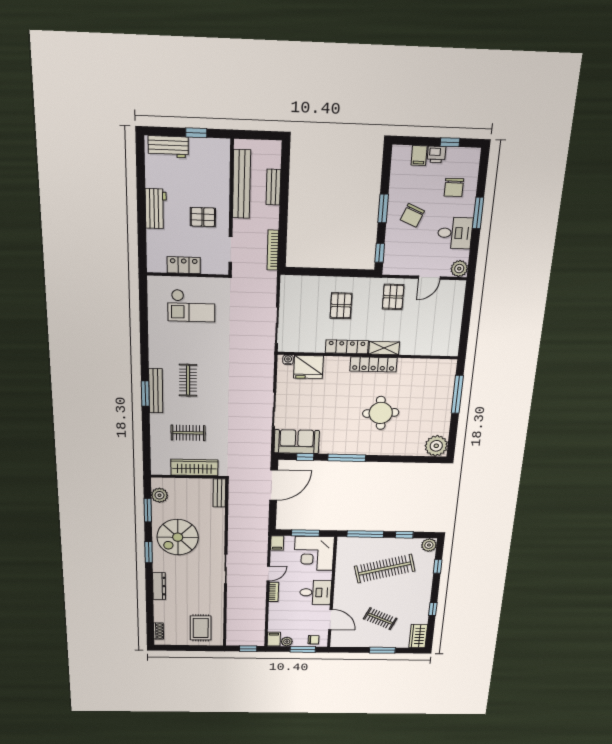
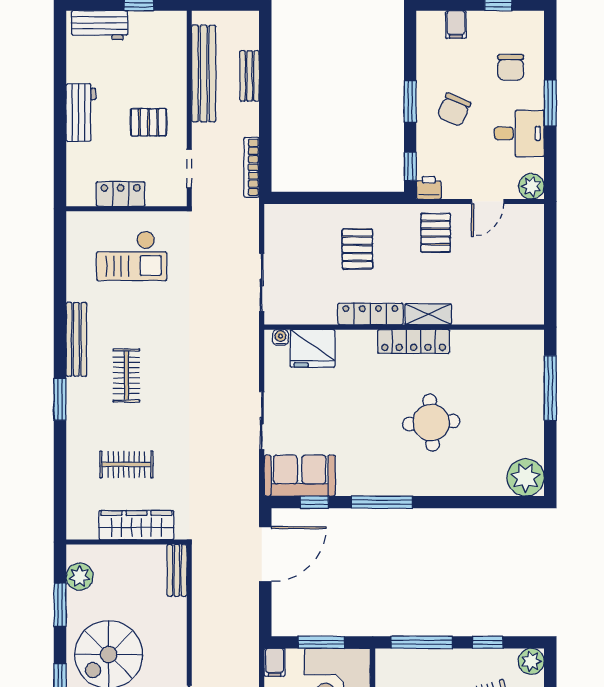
printer: (436, 154) -> (429, 188), moved, turned 180
bench: (156, 391) -> (76, 339), moved

